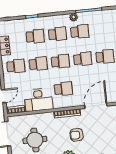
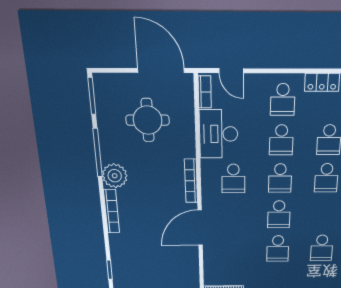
school desk: (80, 32) -> (322, 248), moved
door: (96, 106) -> (200, 228), swing flipped
armchair: (77, 135) -> (153, 193), removed

